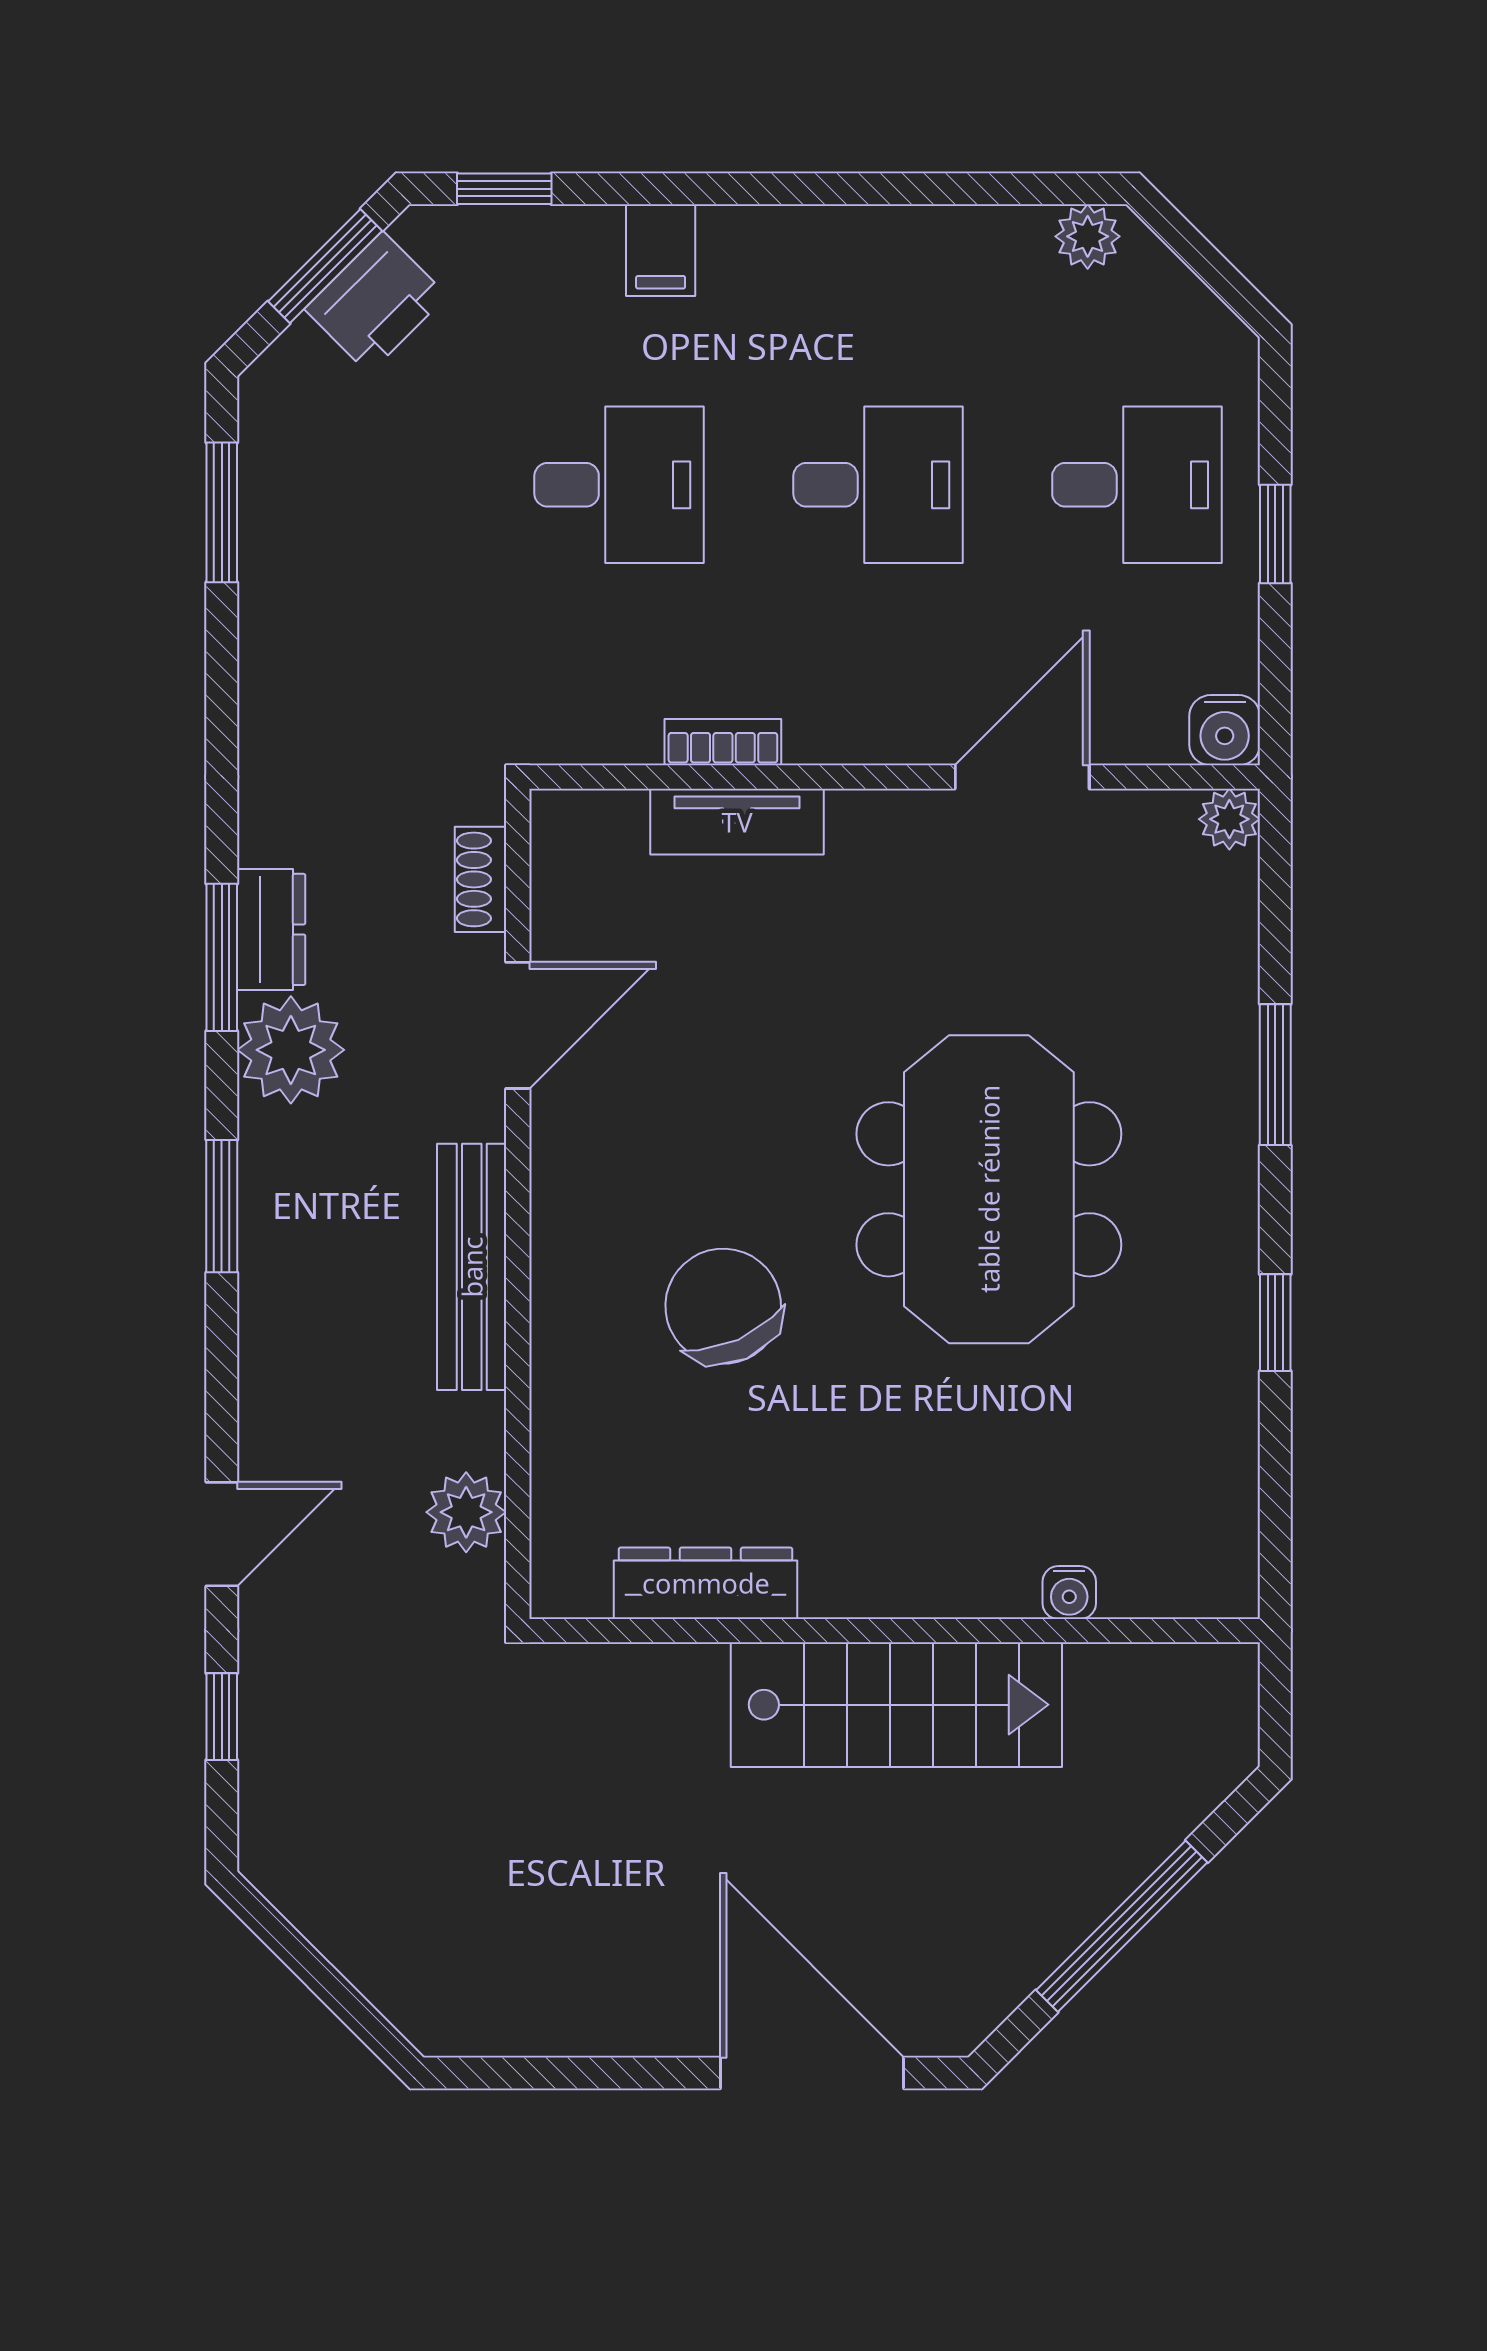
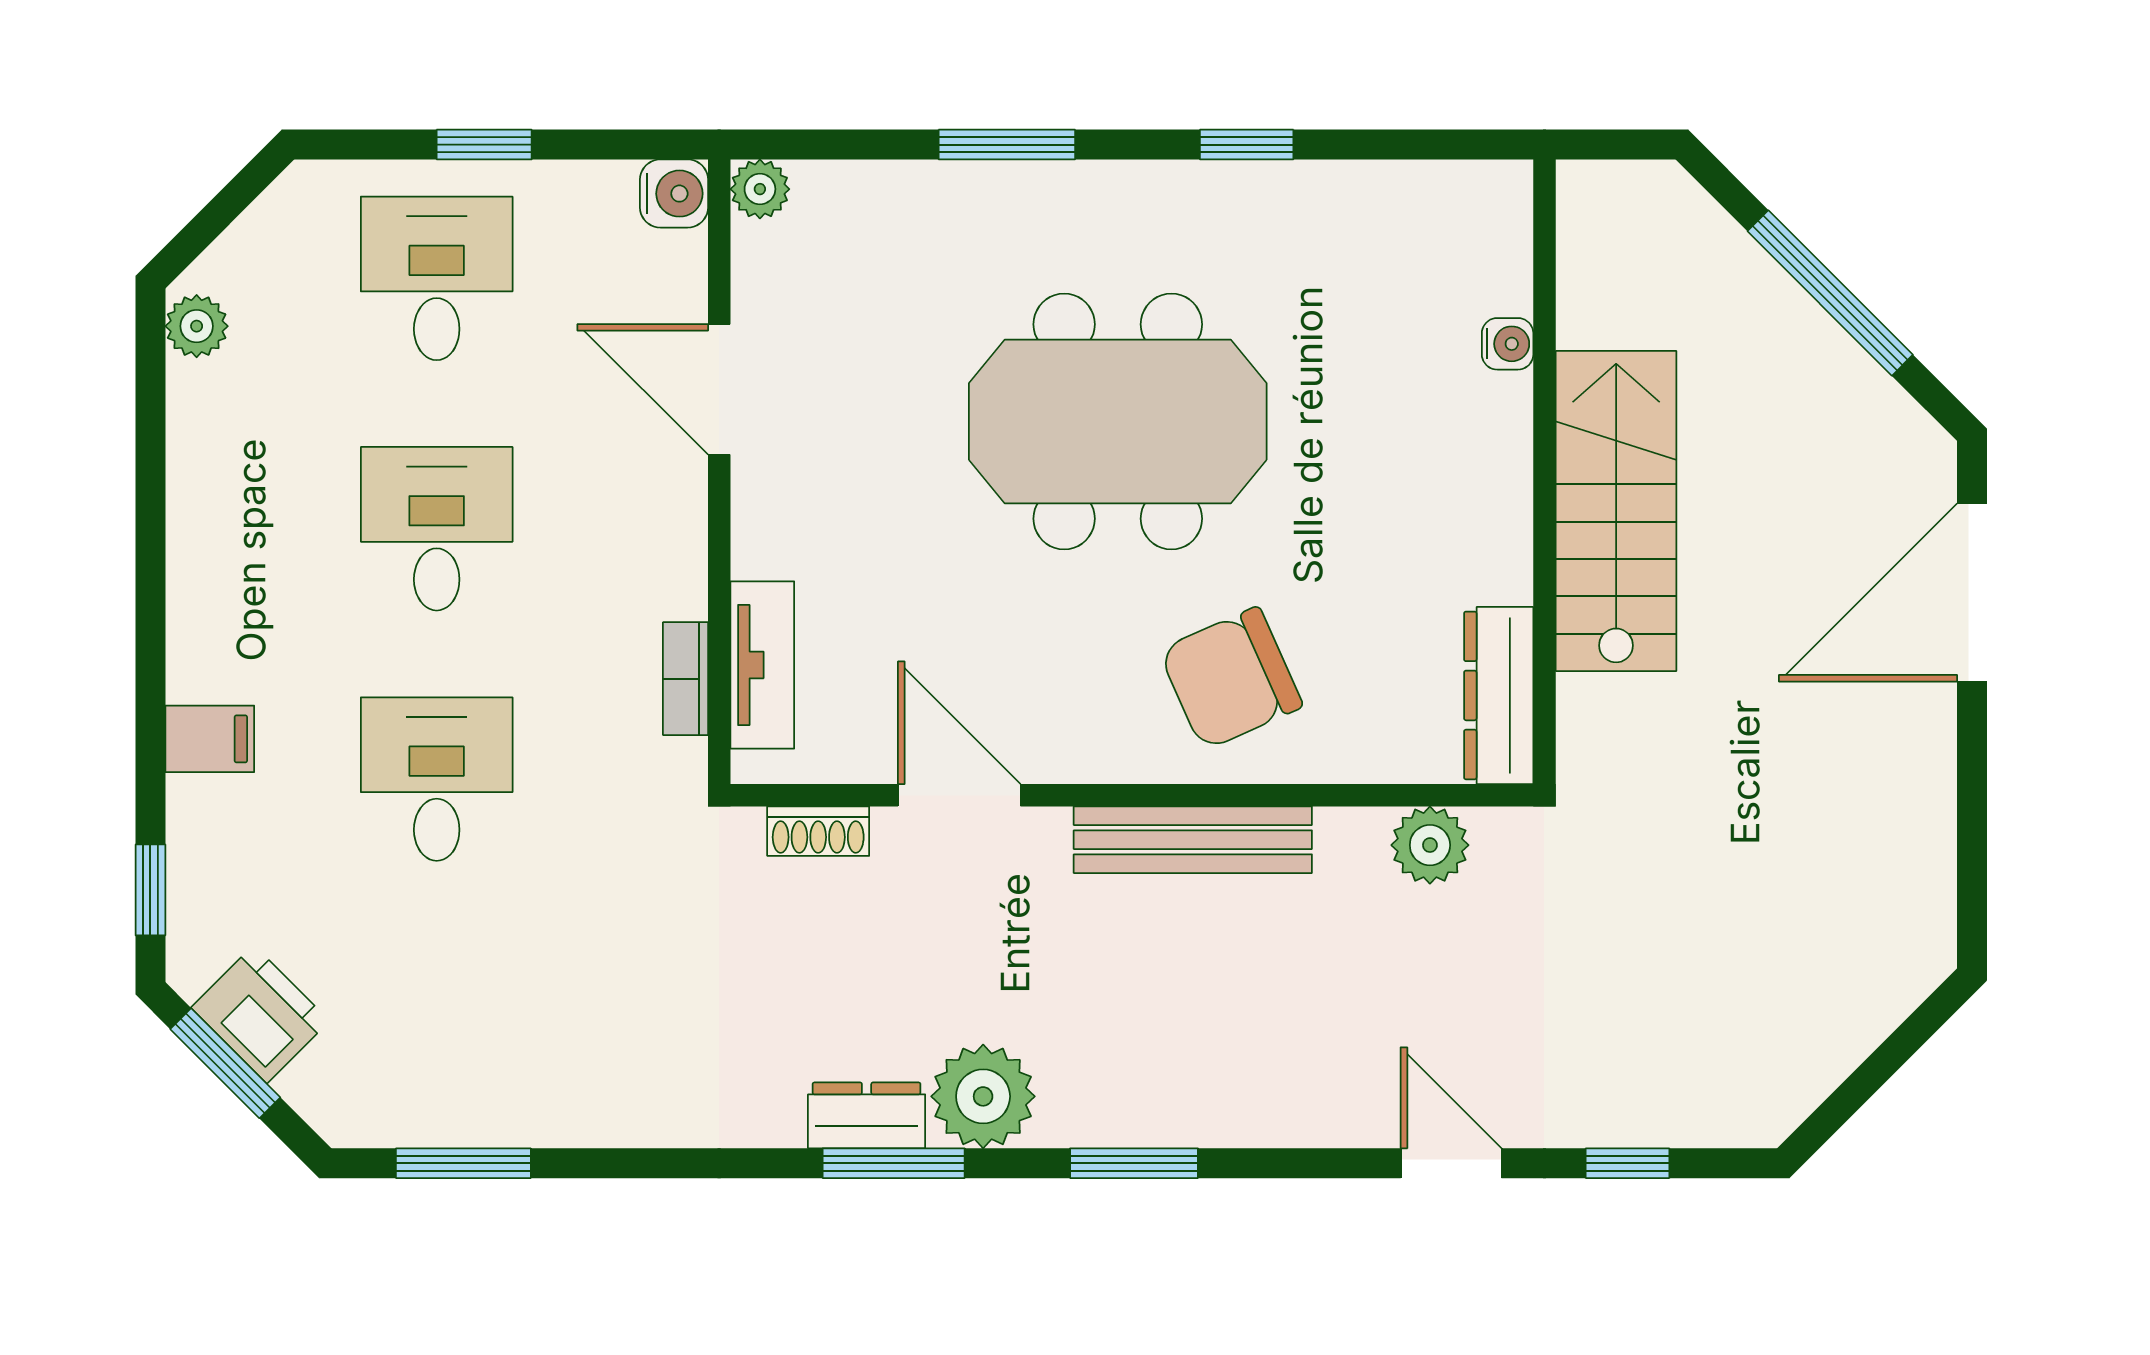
shoe rack: (481, 879) -> (818, 831), moved
door: (518, 1025) -> (959, 795), moved
wall: (518, 1204) -> (1132, 795), moved
bench: (472, 1267) -> (1193, 840), moved
plant: (466, 1512) -> (1430, 845), moved

